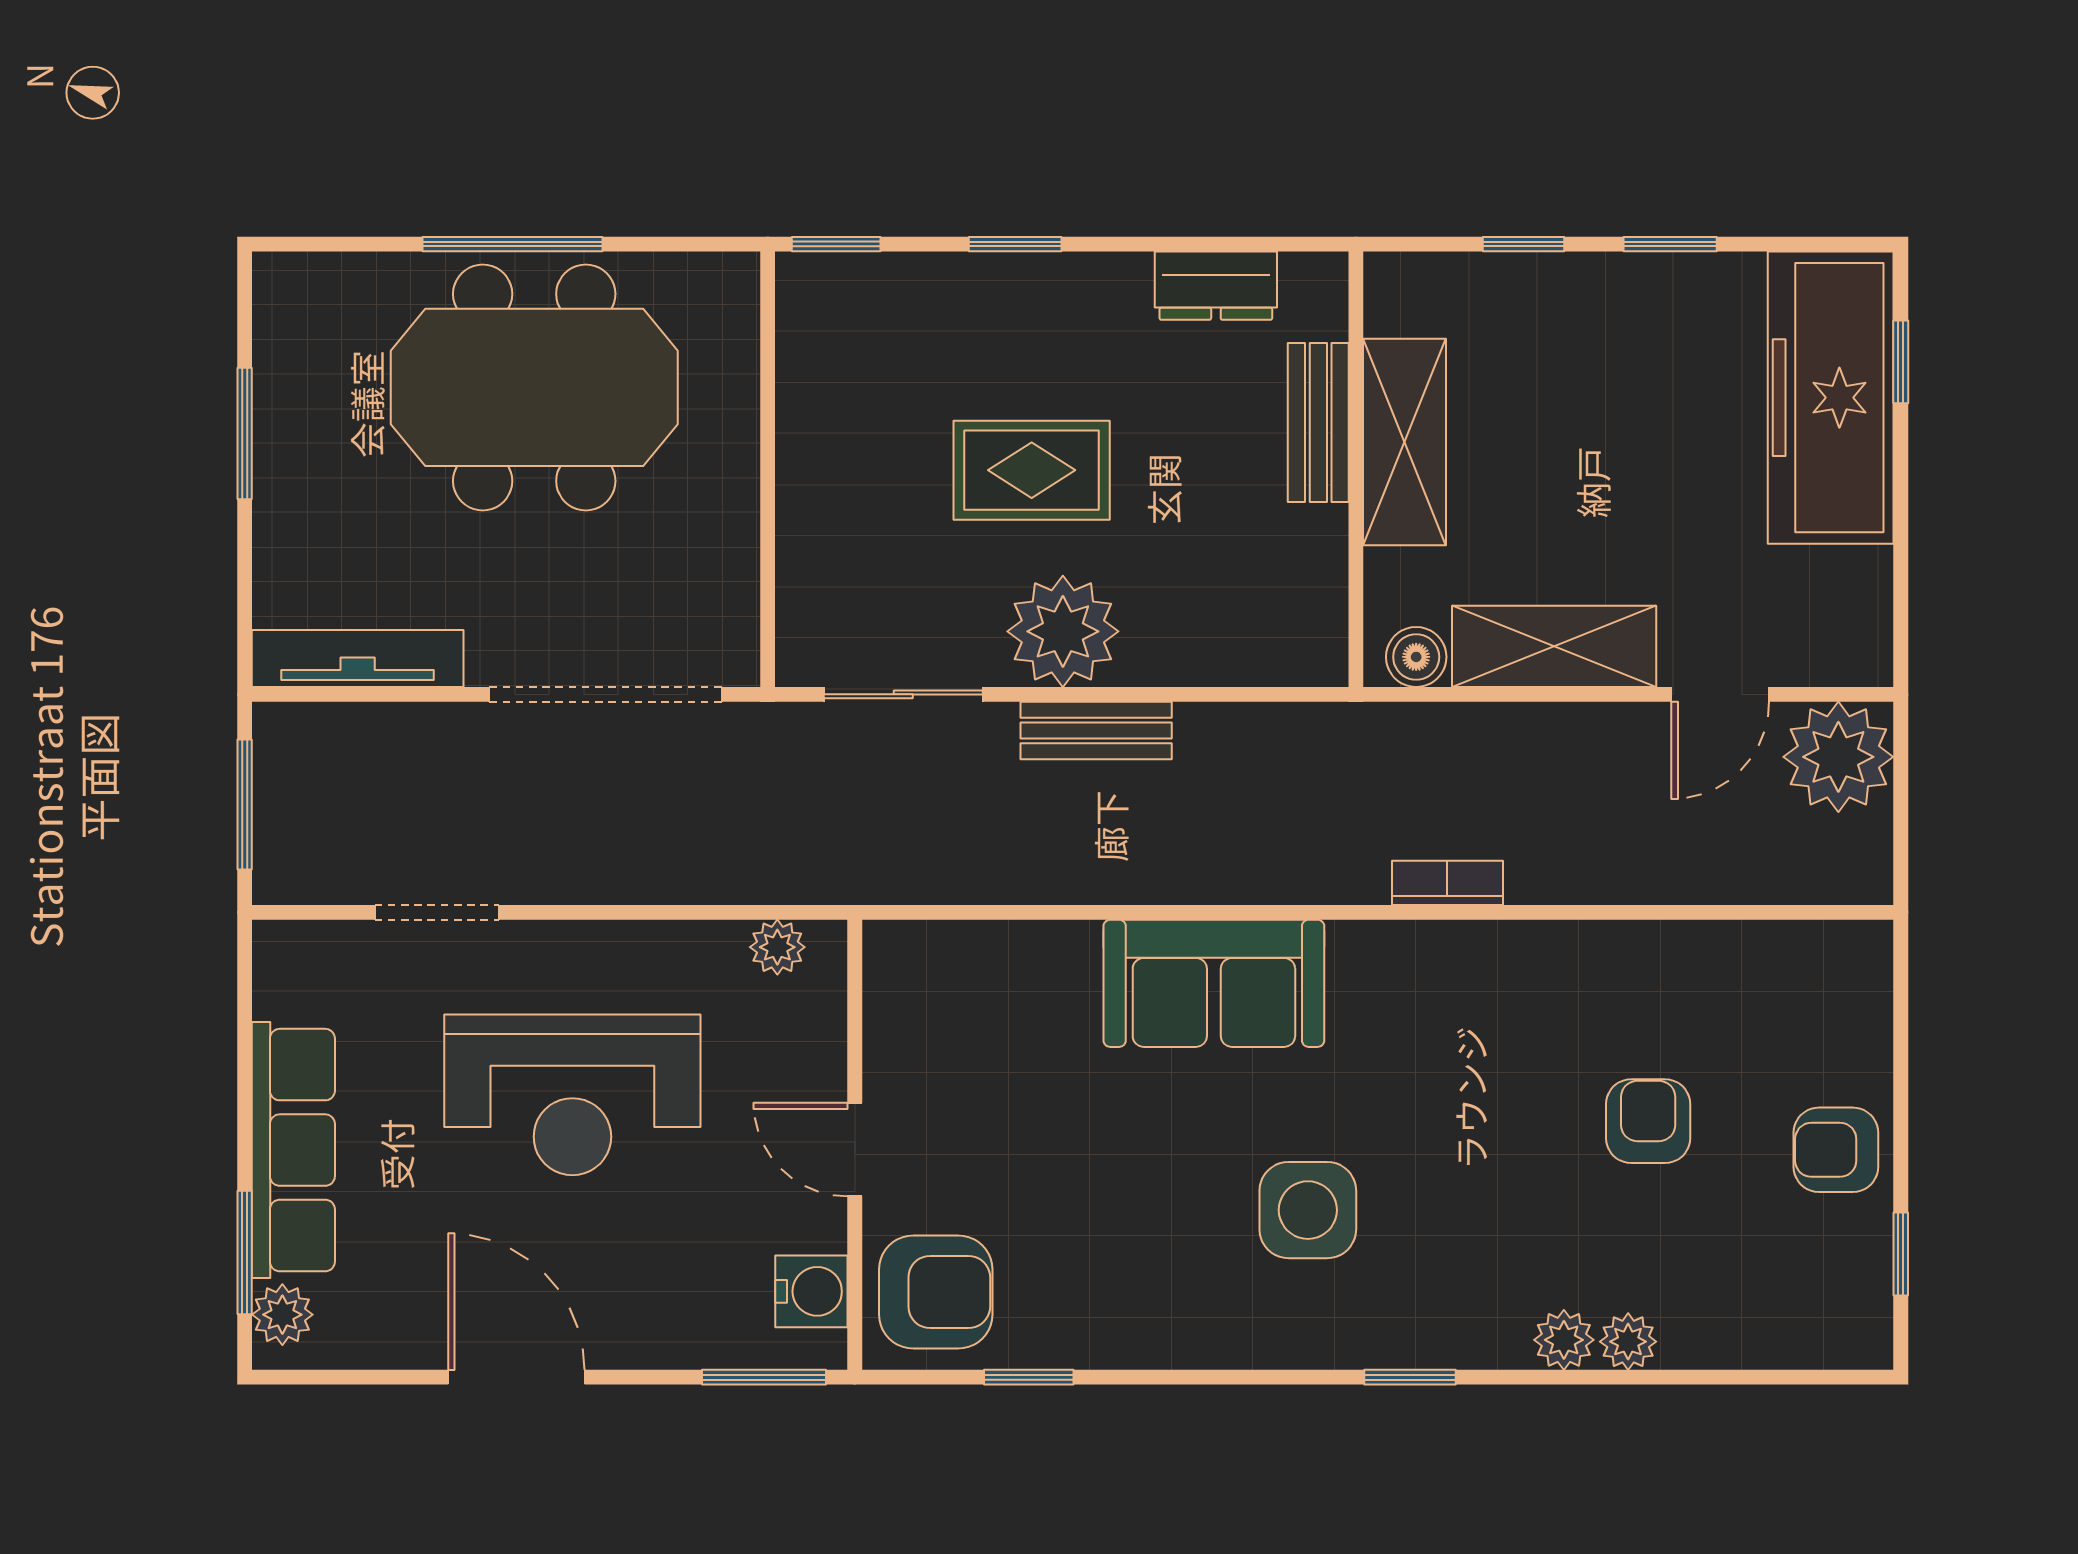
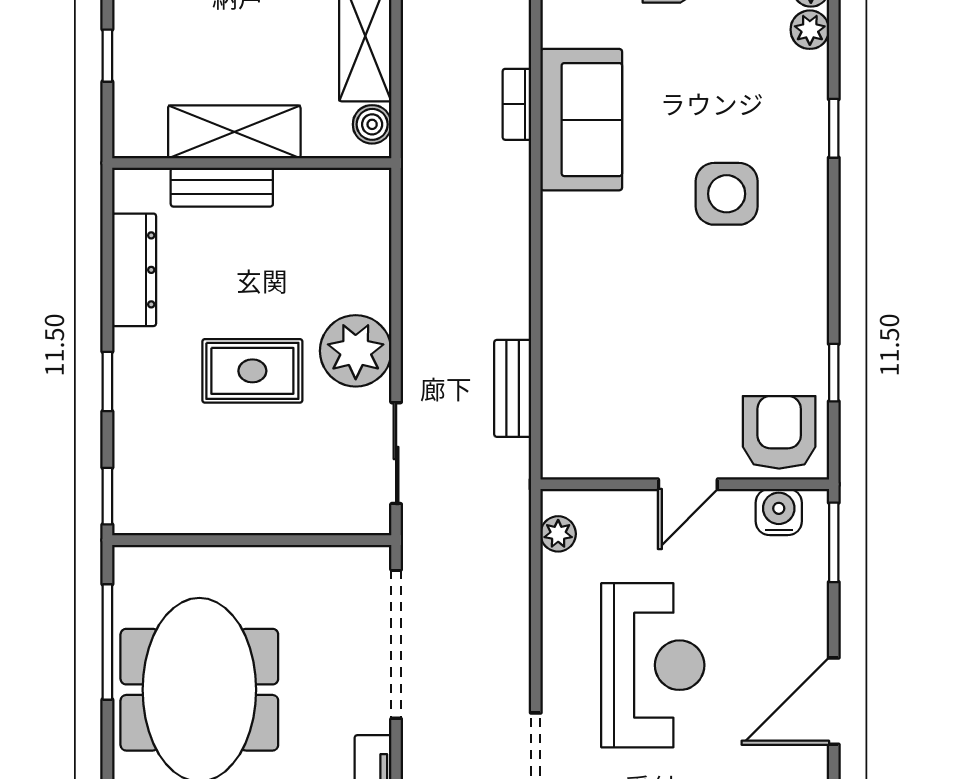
window: (512, 244) -> (107, 642), moved
dresser: (1216, 286) -> (134, 270), width x1.44
rug: (1032, 470) -> (252, 371), turned 90
bench: (1096, 730) -> (513, 388), moved
sofa: (1214, 983) -> (581, 120), moved

